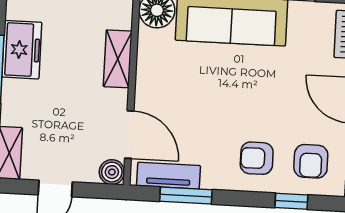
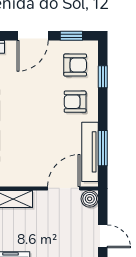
armchair: (257, 158) -> (75, 102), turned 90
tv unit: (168, 176) -> (90, 152), width x1.41

